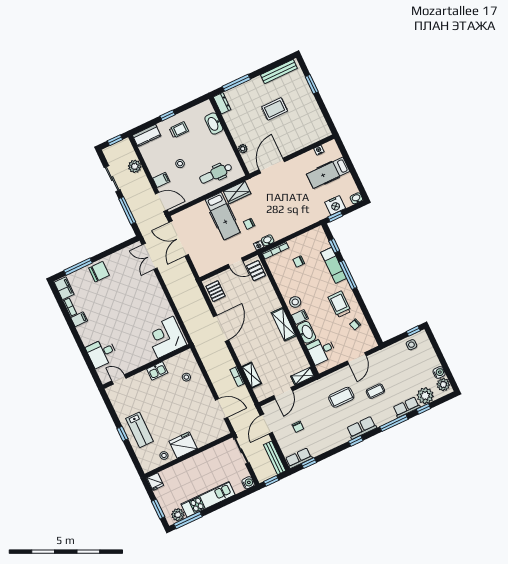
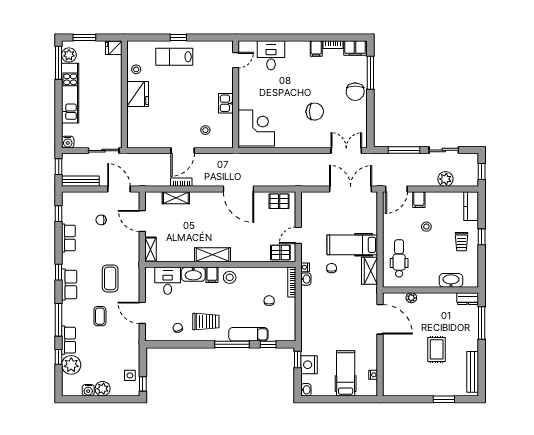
chair: (130, 297) -> (315, 112), added
plant: (443, 385) -> (103, 389), moved
door: (221, 409) -> (183, 151), moved
row of seats: (299, 458) -> (68, 238), moved

